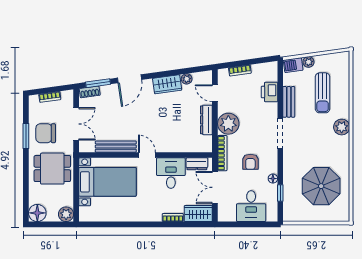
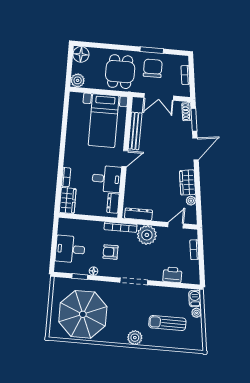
door: (130, 79) -> (196, 149), swing flipped
bench: (289, 102) -> (162, 292), removed
dresser: (206, 120) -> (139, 214), moved
parasol: (321, 186) -> (83, 314), width x1.36, depth x1.36
double door: (215, 187) -> (90, 218), removed

